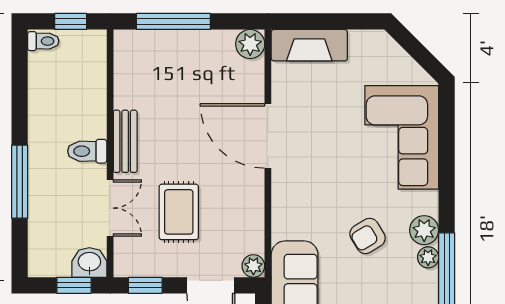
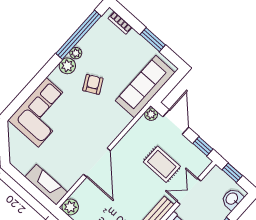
rug: (179, 212) -> (162, 164), turned 90
armchair: (368, 236) -> (93, 84), turned -87
washbasin: (89, 263) -> (232, 199), moved, turned 90

